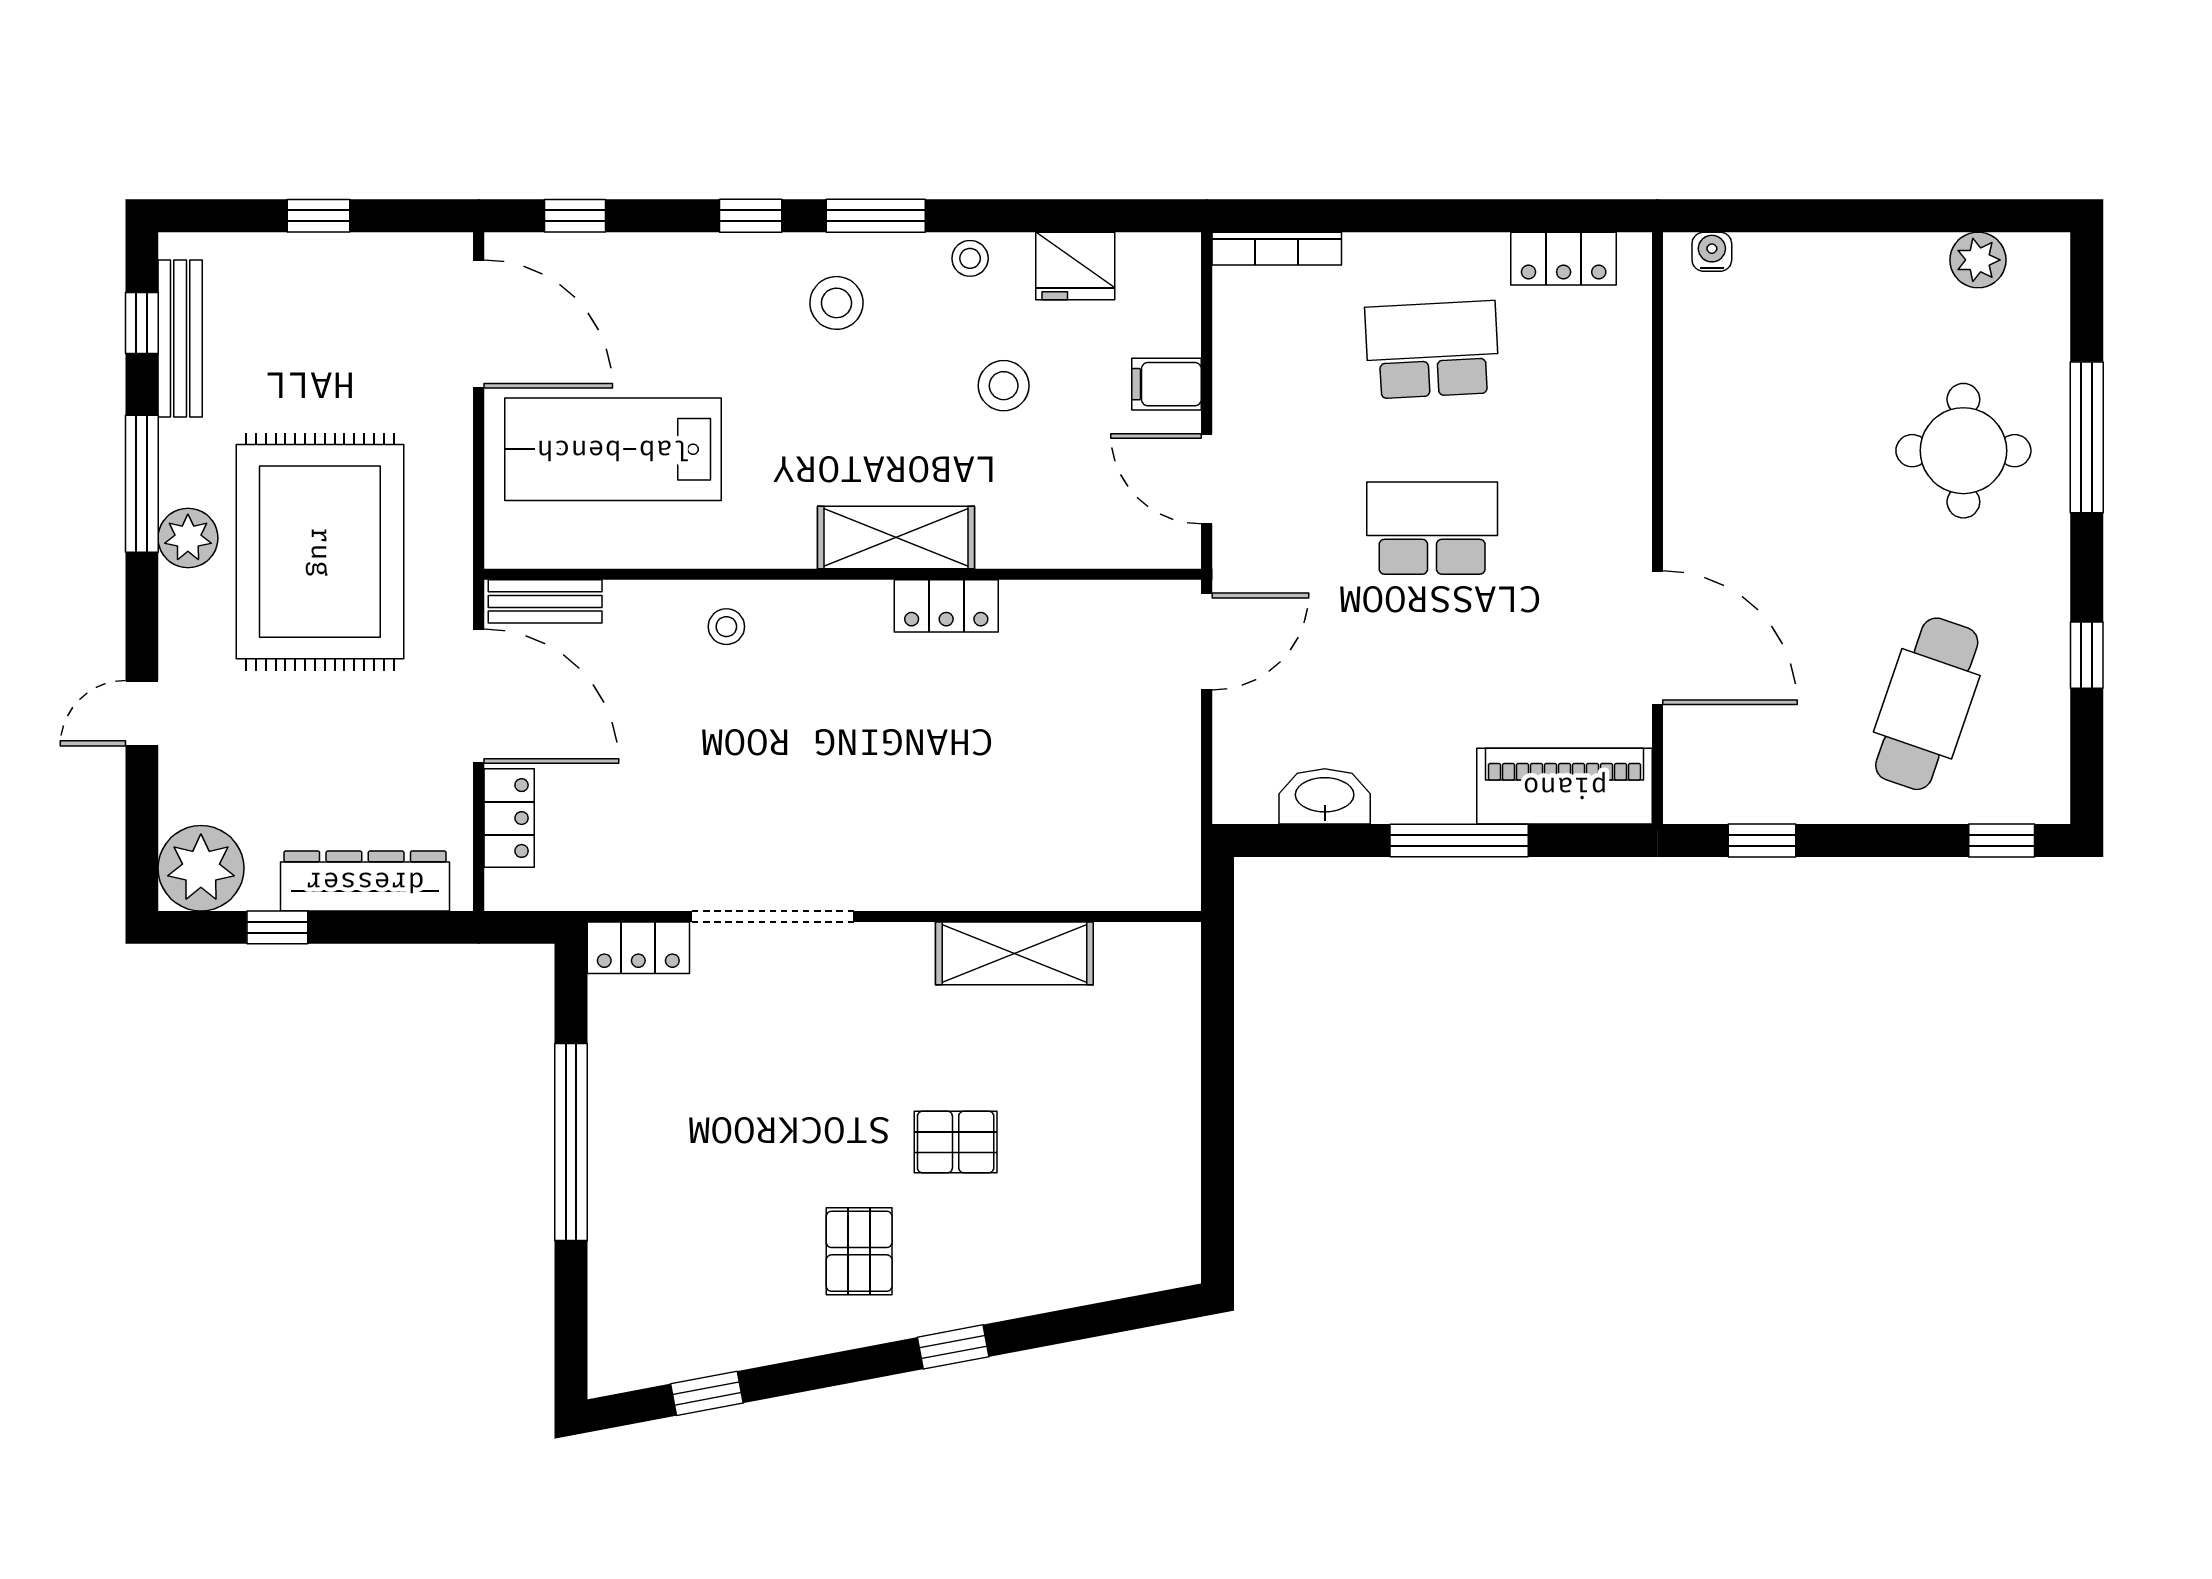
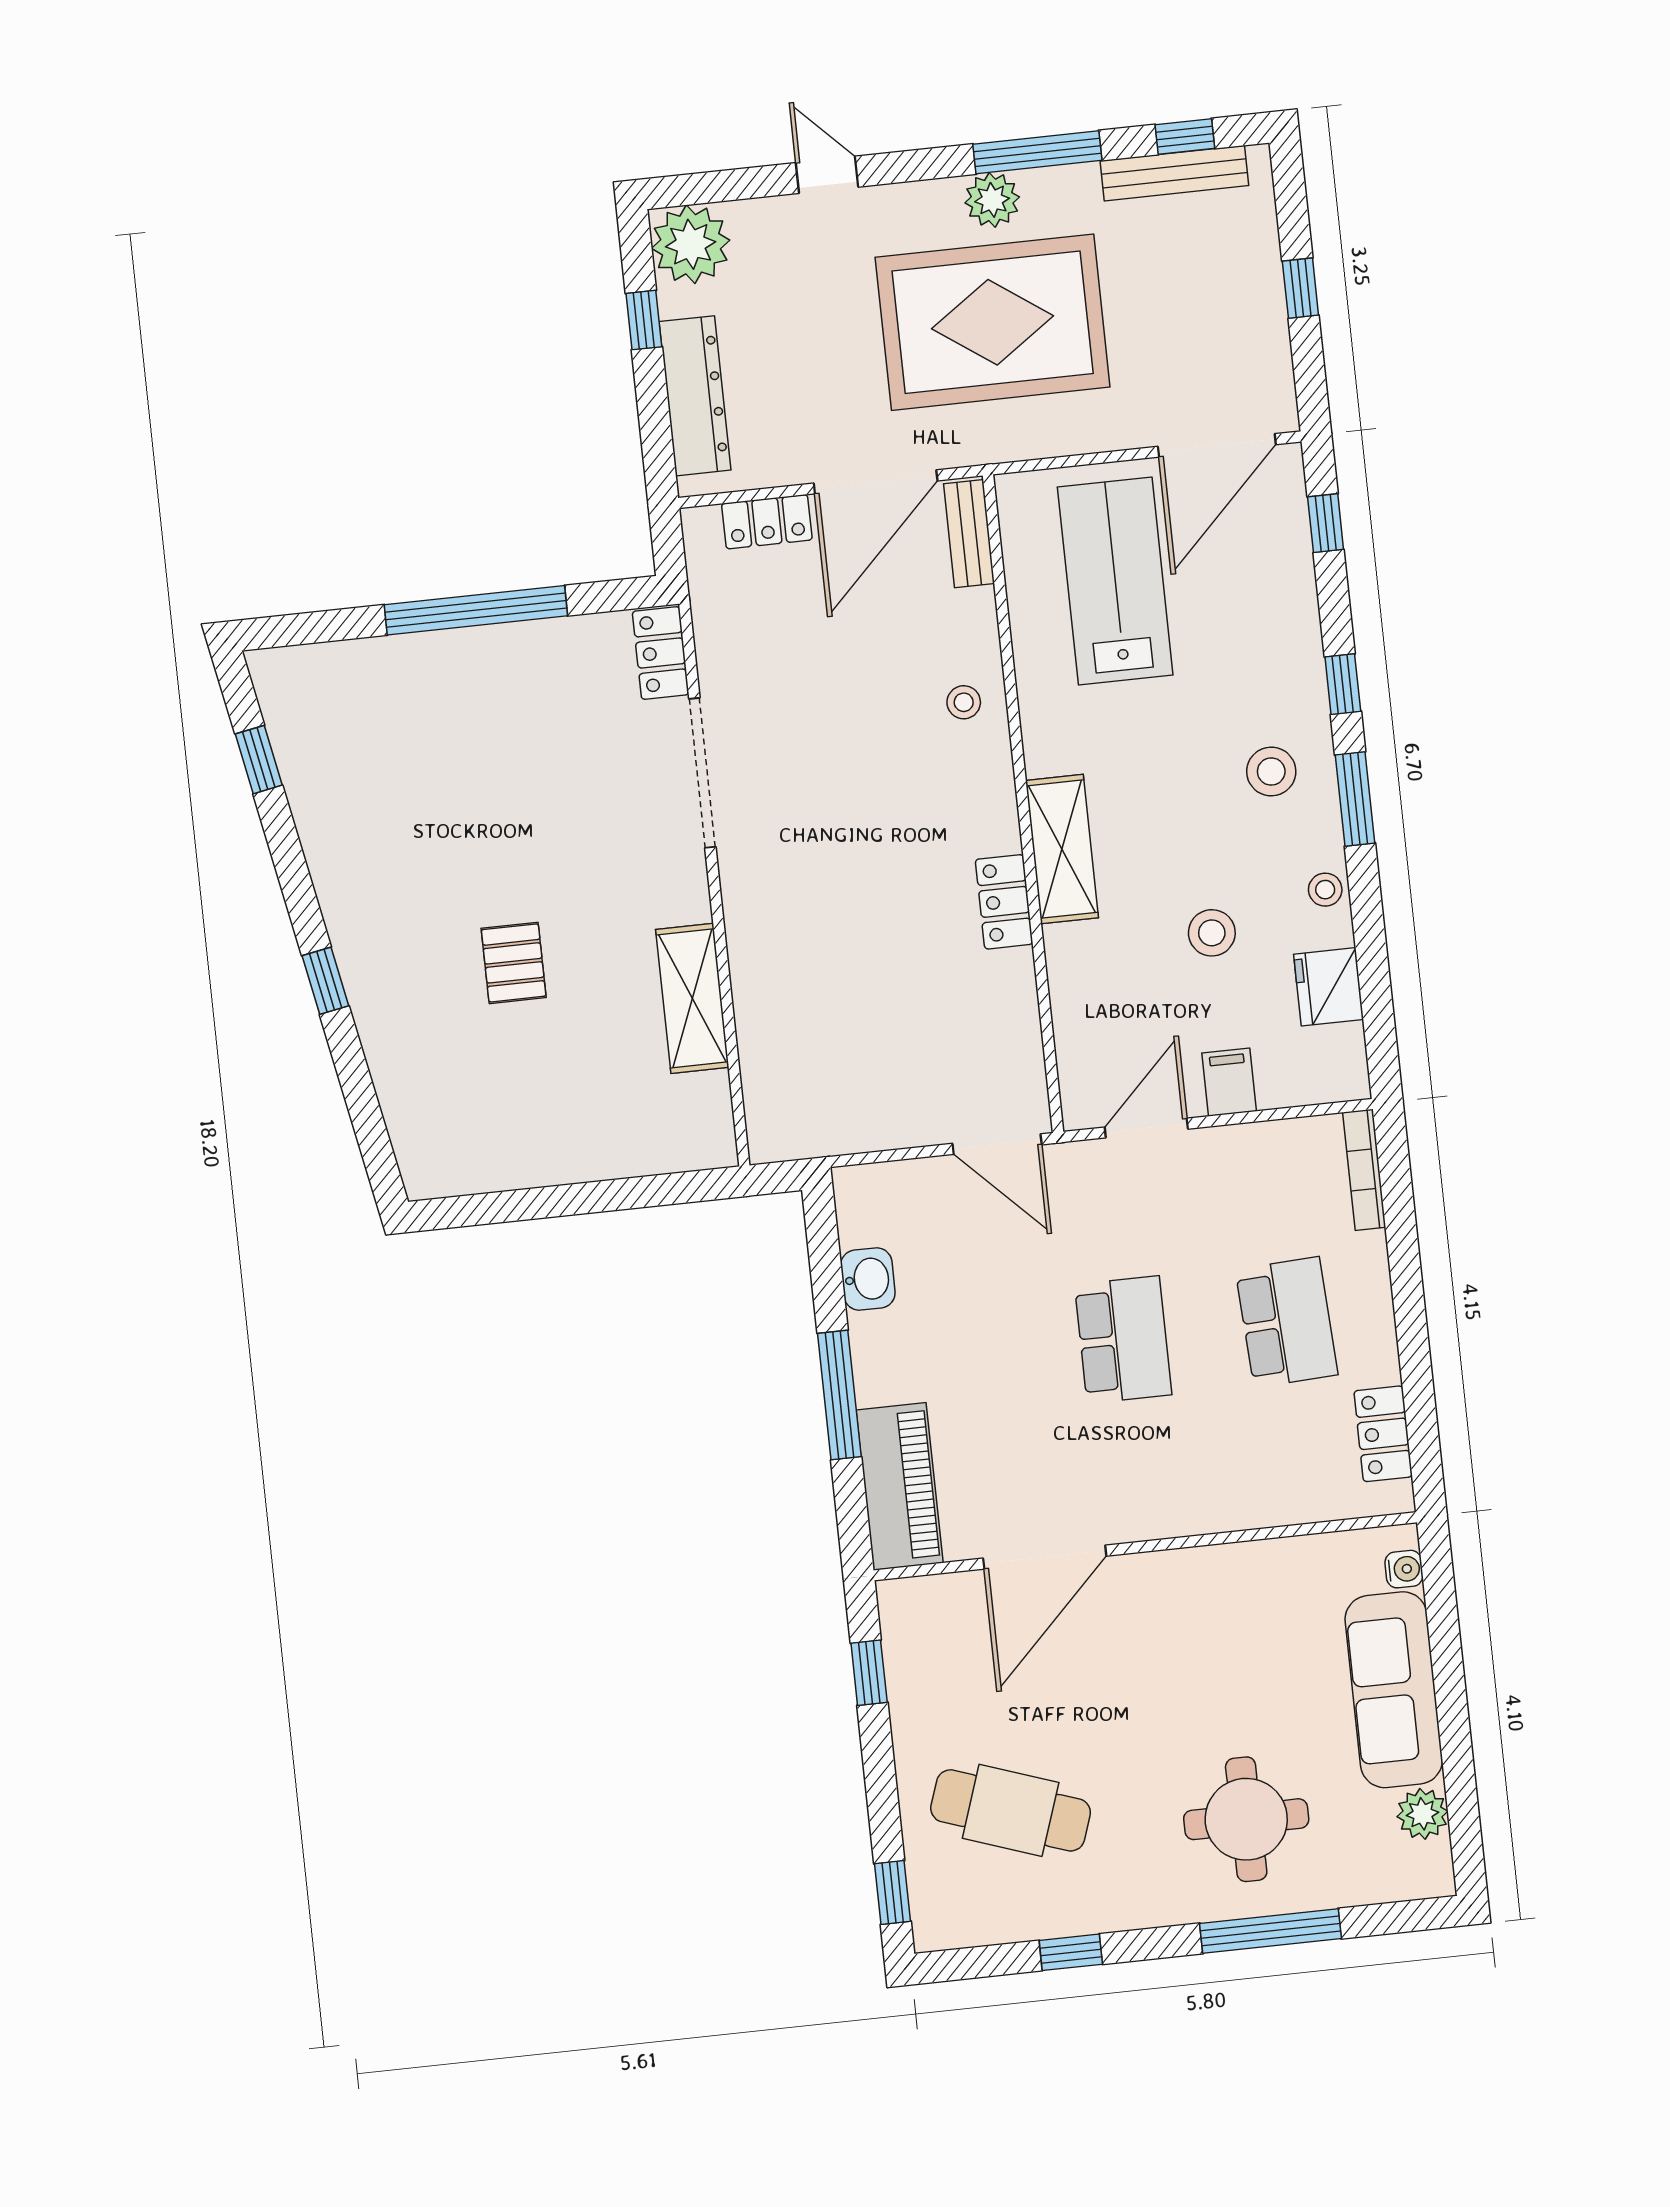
sofa: (1841, 277) -> (1394, 1690), added
washbasin: (1325, 796) -> (868, 1279), width x0.72
pallet: (859, 1251) -> (404, 885), removed

